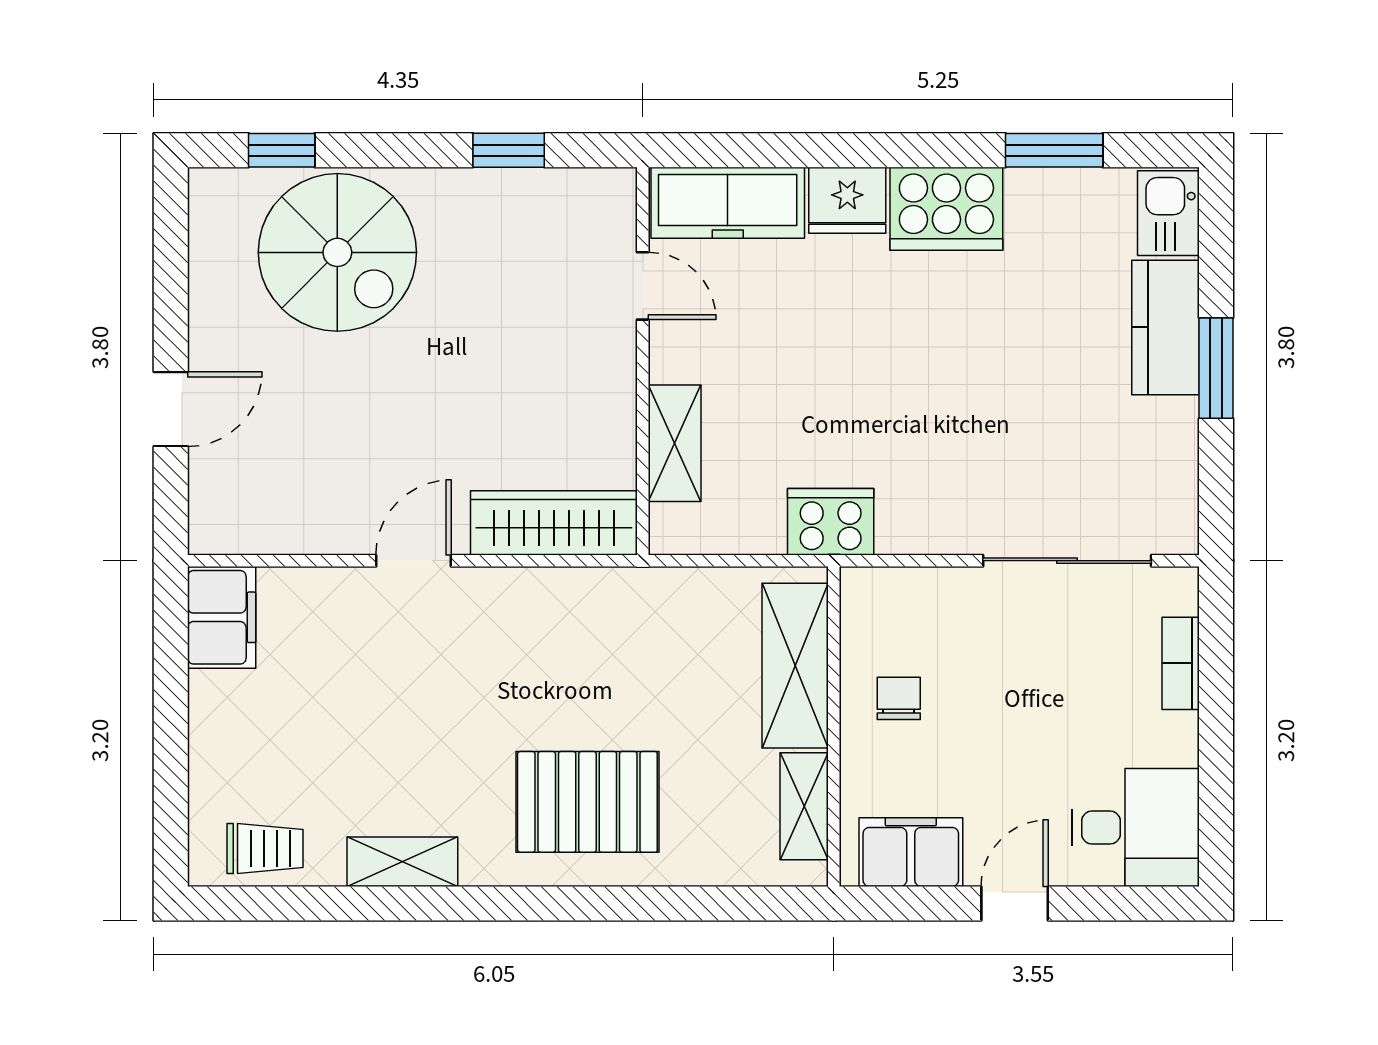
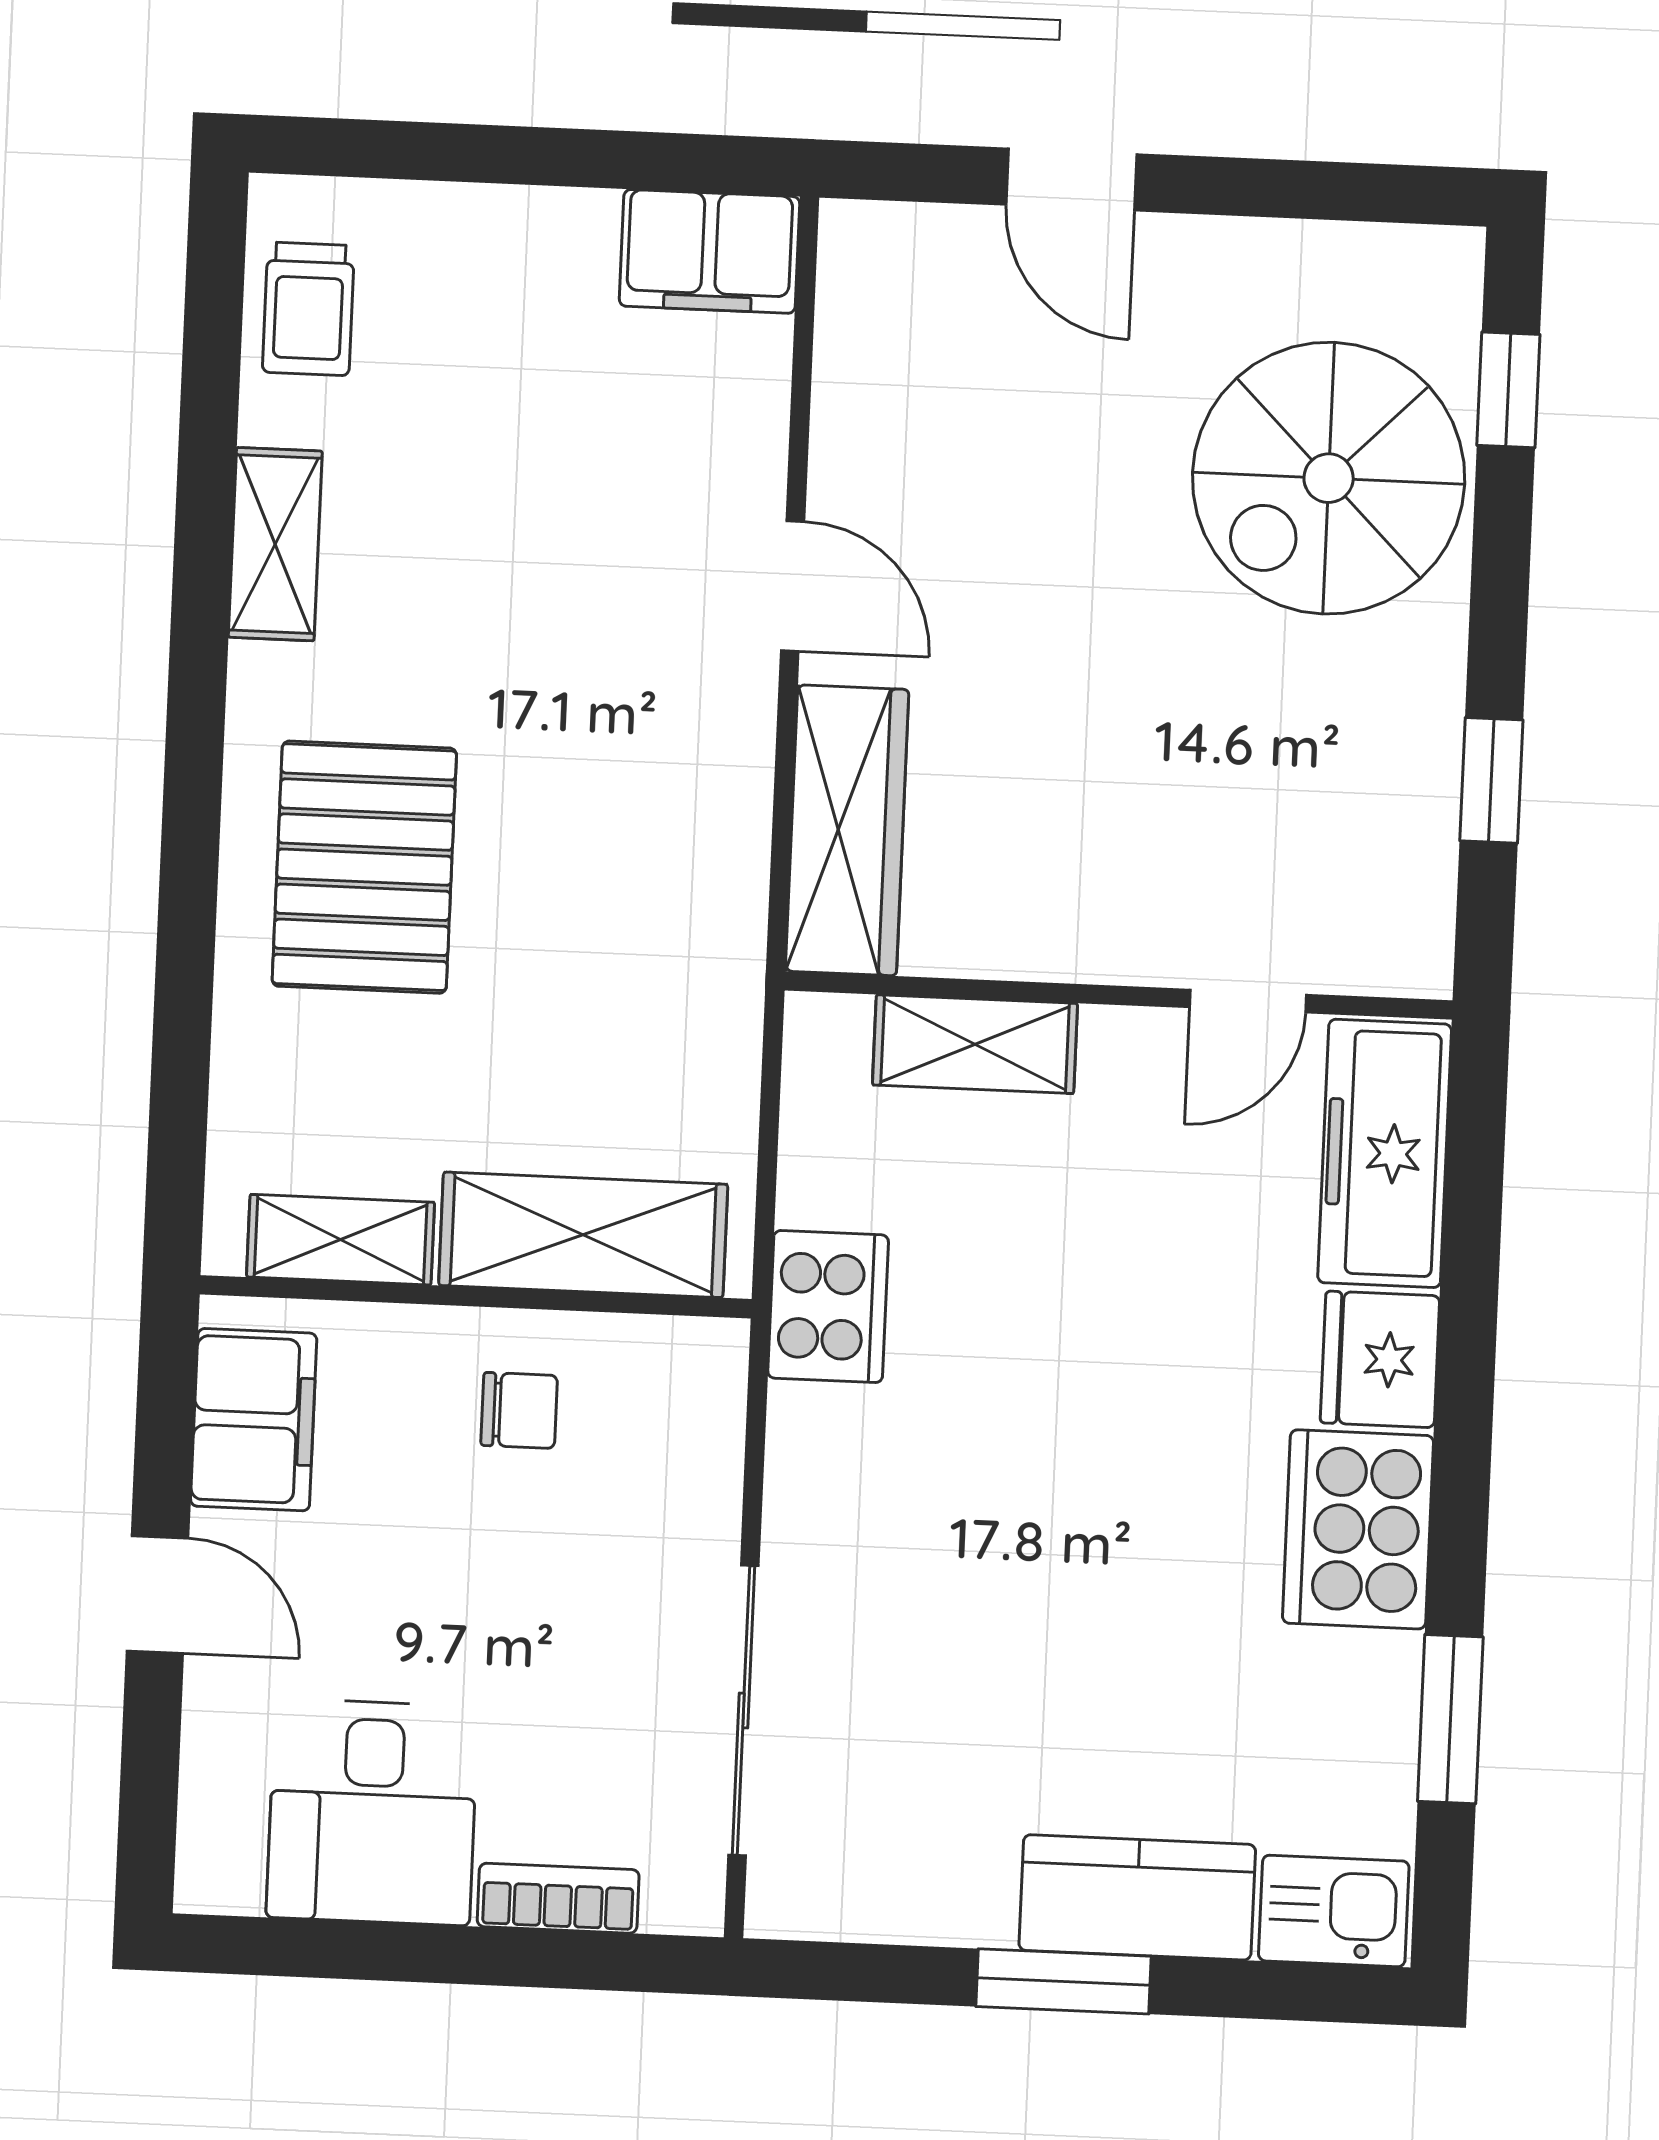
desk: (1135, 827) -> (372, 1812), moved

